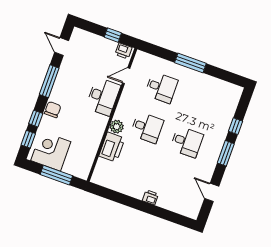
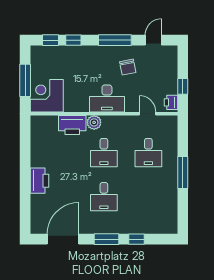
desk: (103, 97) -> (107, 98), moved
chair: (53, 110) -> (128, 67), moved, turned 79
corner desk: (51, 151) -> (47, 96), moved, turned -90
door: (212, 192) -> (63, 239), width x1.87
printer: (150, 197) -> (39, 181), width x1.87, depth x1.48

